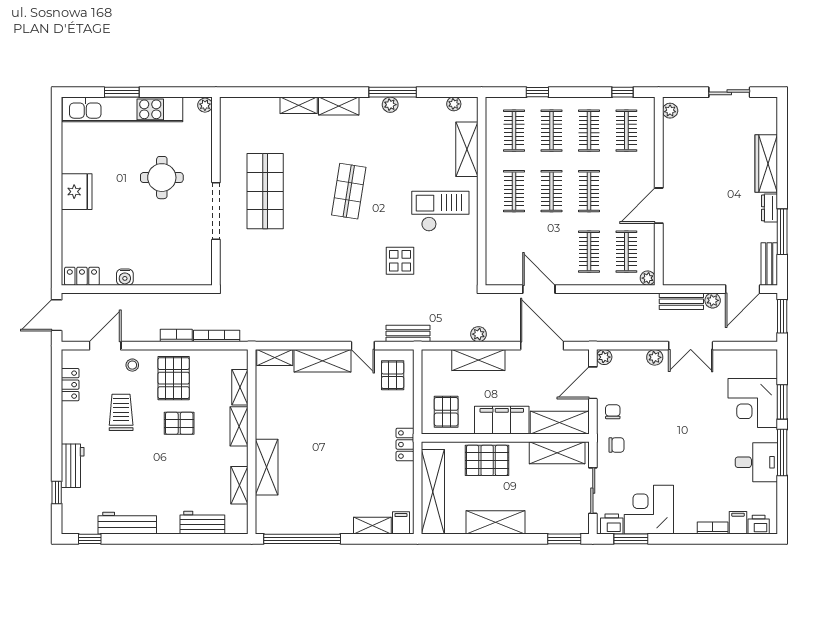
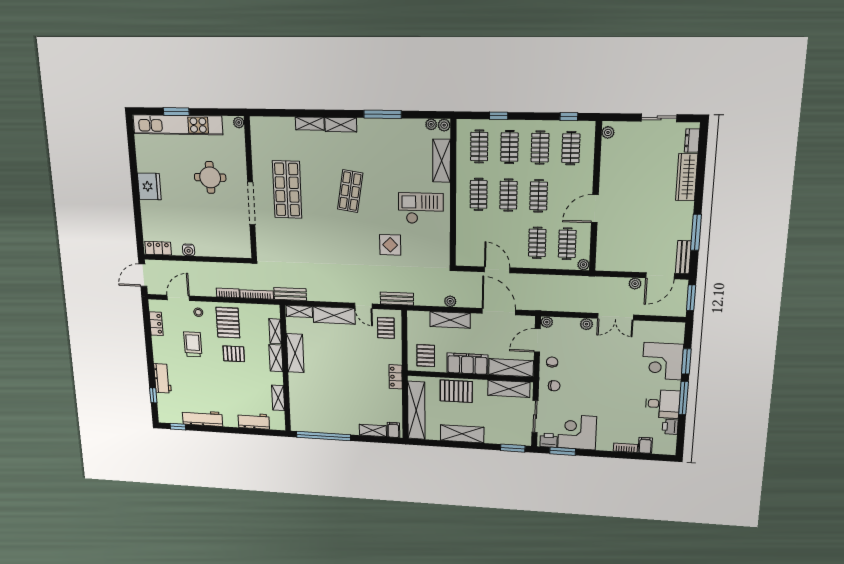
plant: (390, 105) -> (444, 125), moved
dresser: (769, 208) -> (692, 141), moved
bench: (681, 301) -> (290, 294), moved
shelving: (267, 467) -> (295, 353), moved
printer: (759, 525) -> (670, 427), moved, turned -90

